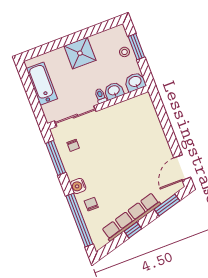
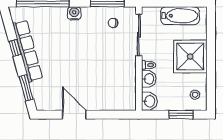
stool: (124, 52) -> (195, 95), moved
shower: (80, 53) -> (190, 57), width x1.37, depth x1.37
door: (182, 168) -> (74, 115), moved
chair: (91, 204) -> (53, 19), removed

